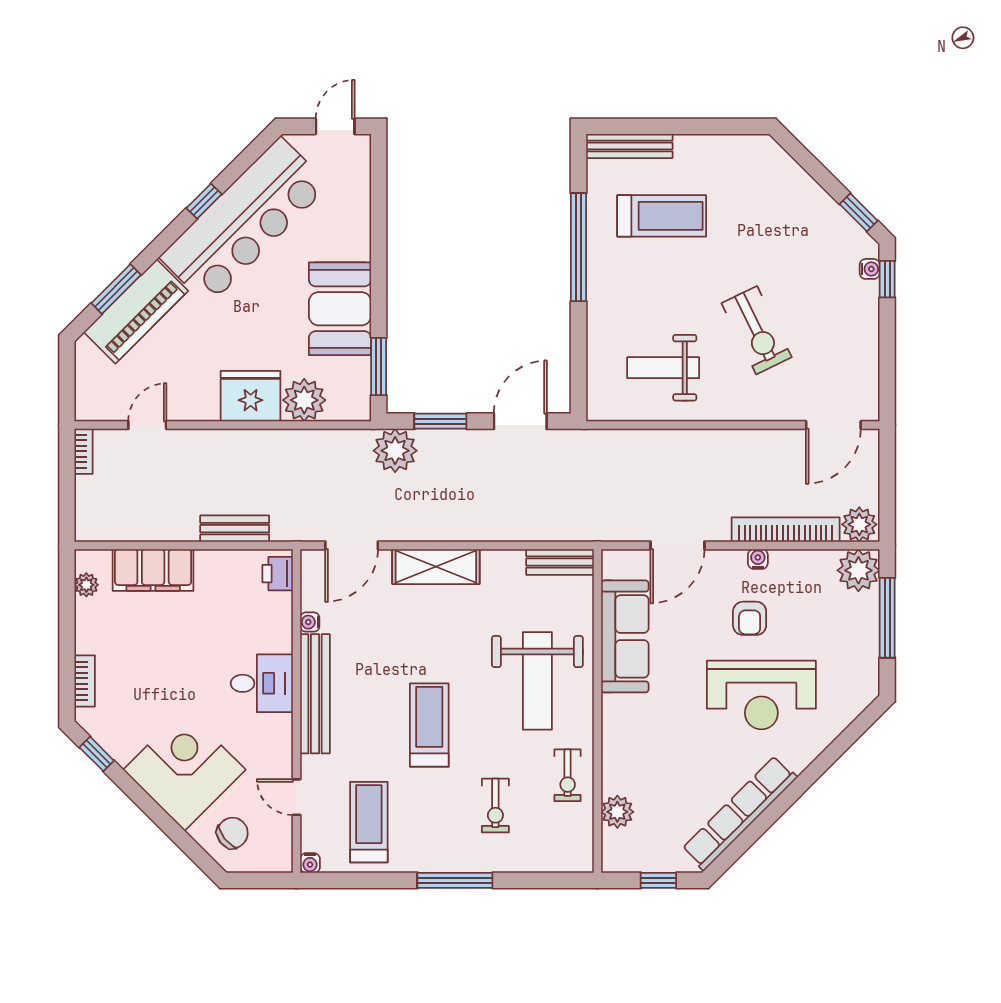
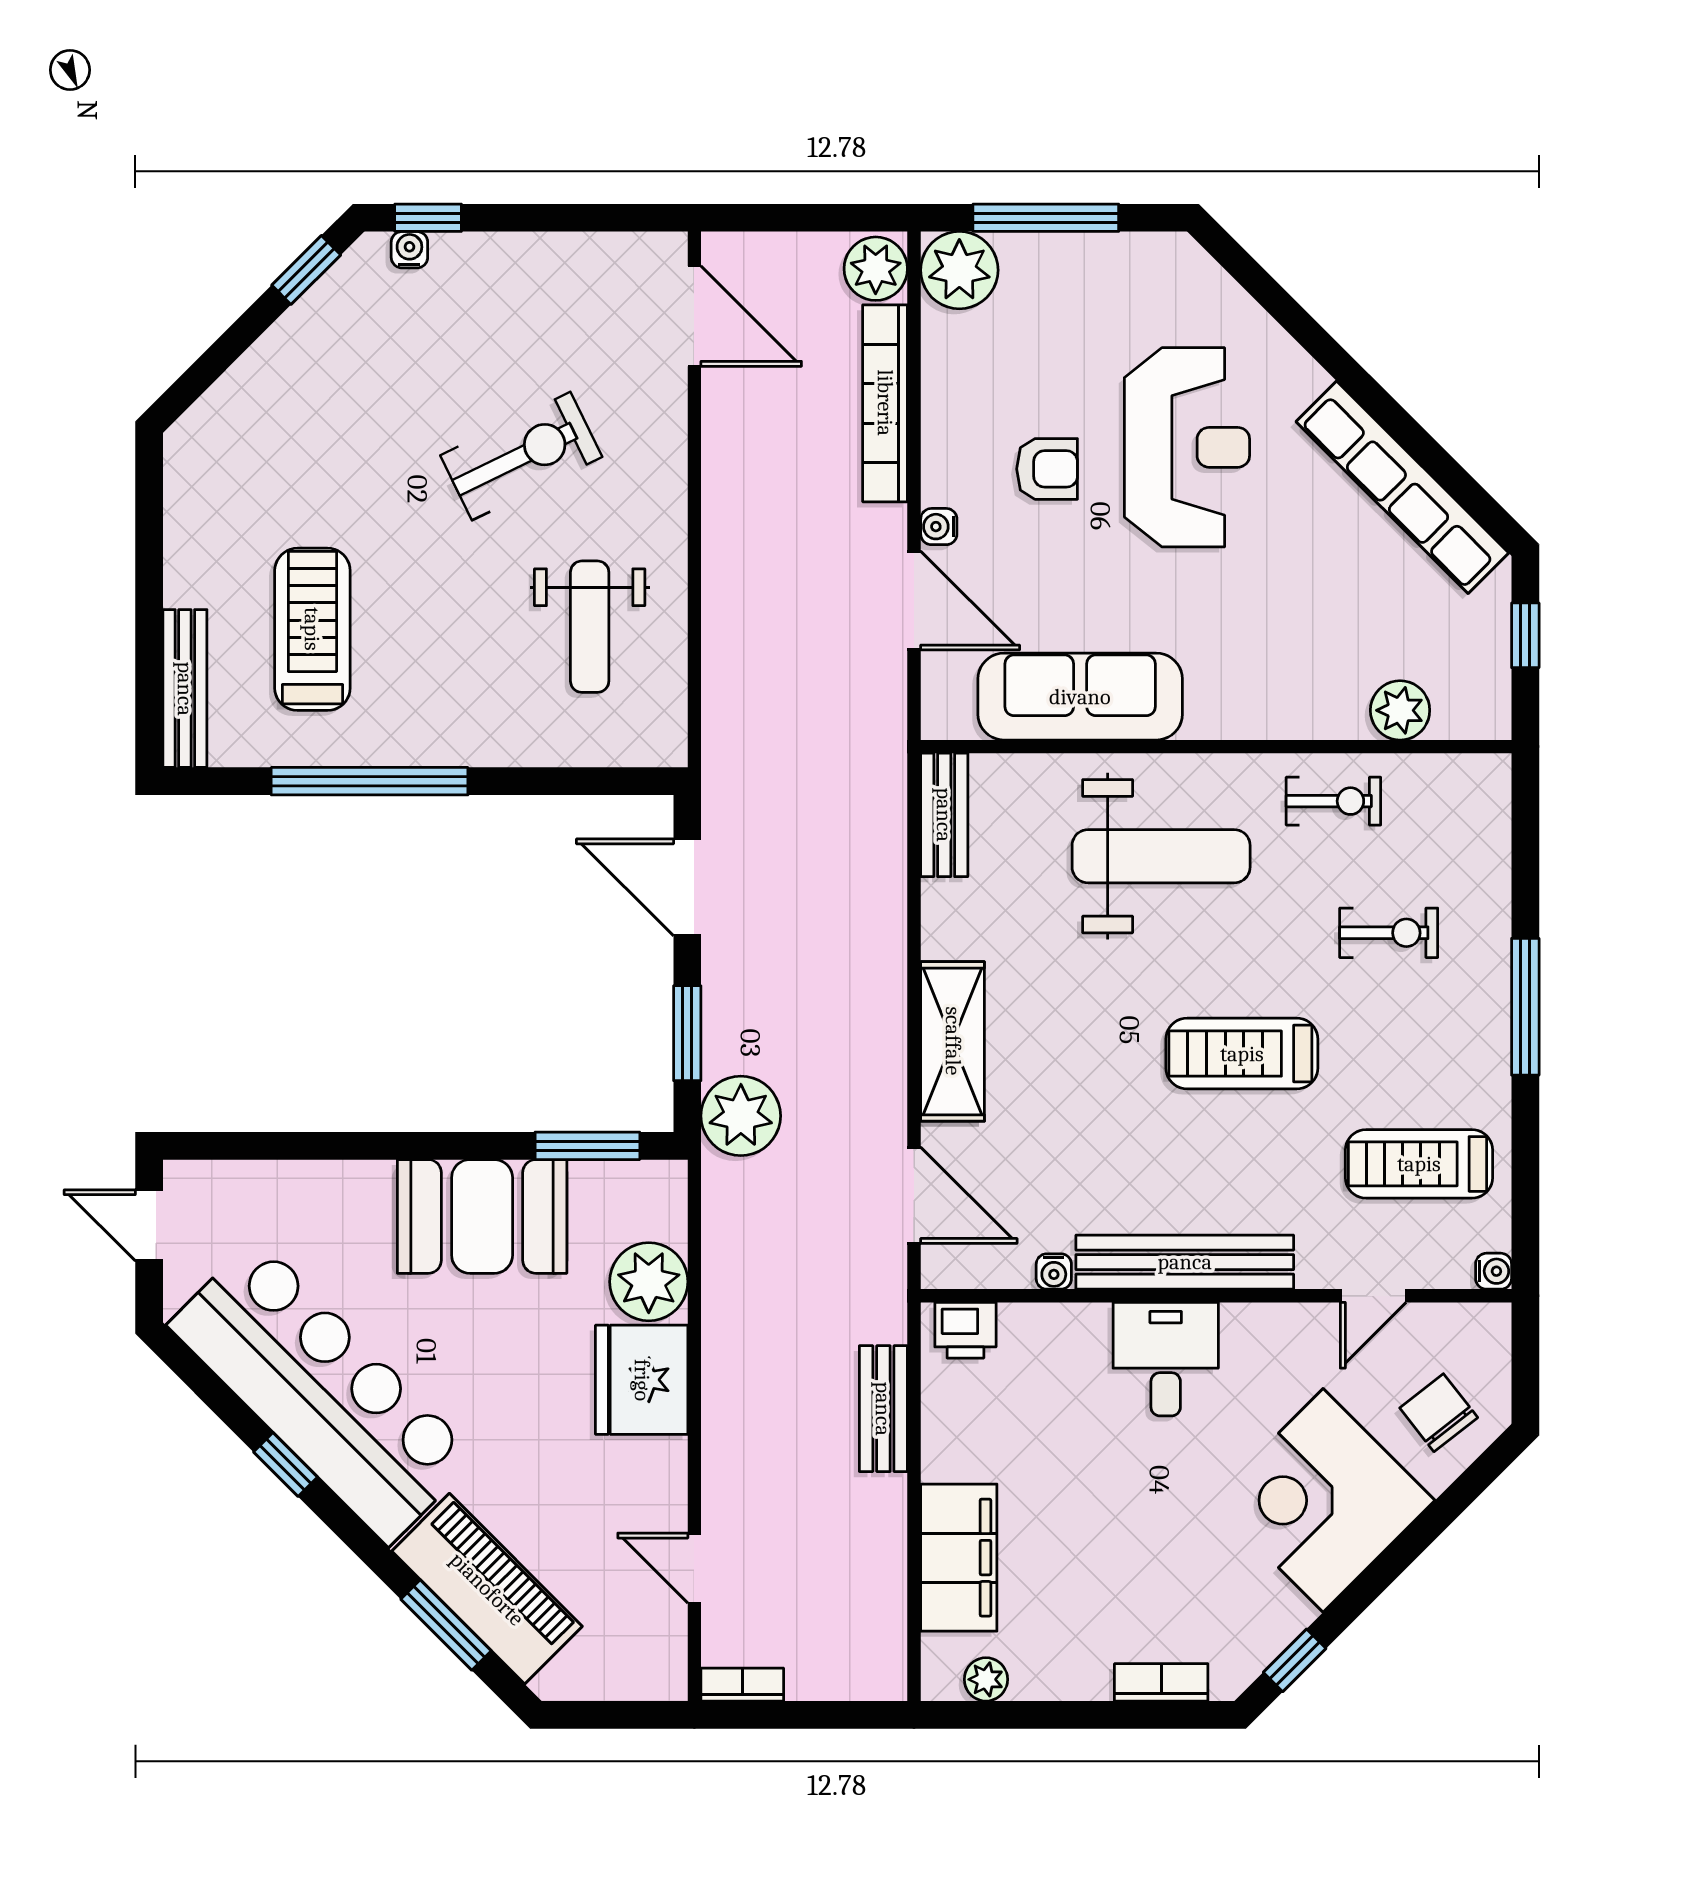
water cooler: (758, 559) -> (939, 527), moved

